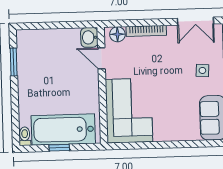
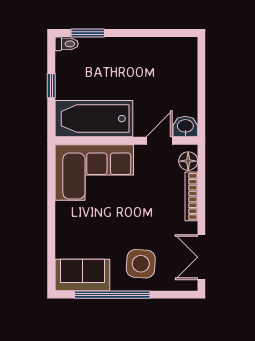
window: (14, 62) -> (88, 33), moved
side table: (202, 70) -> (141, 264), width x1.87, depth x1.87
bathtub: (63, 130) -> (94, 119), moved, turned -90

